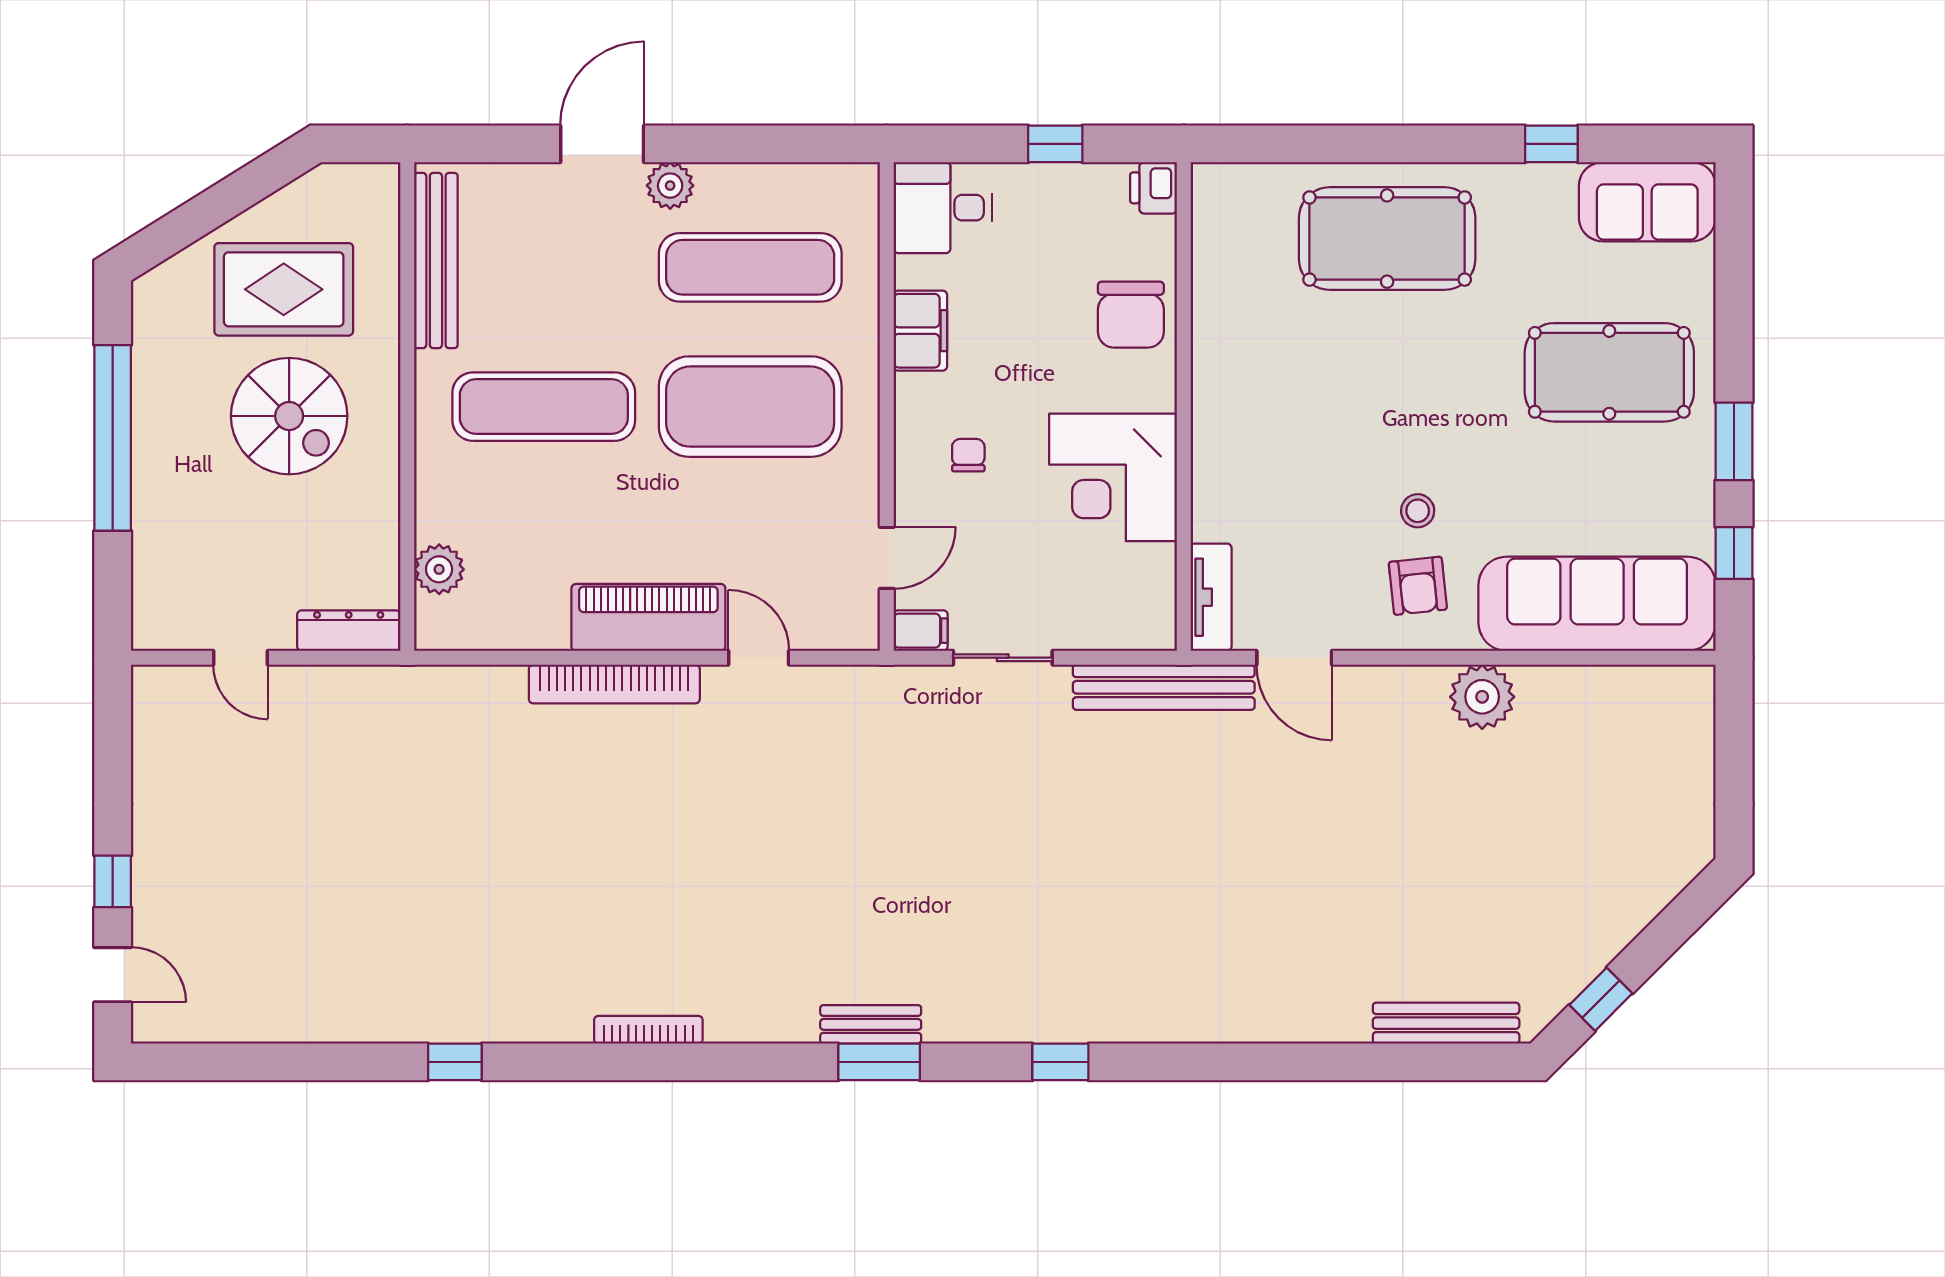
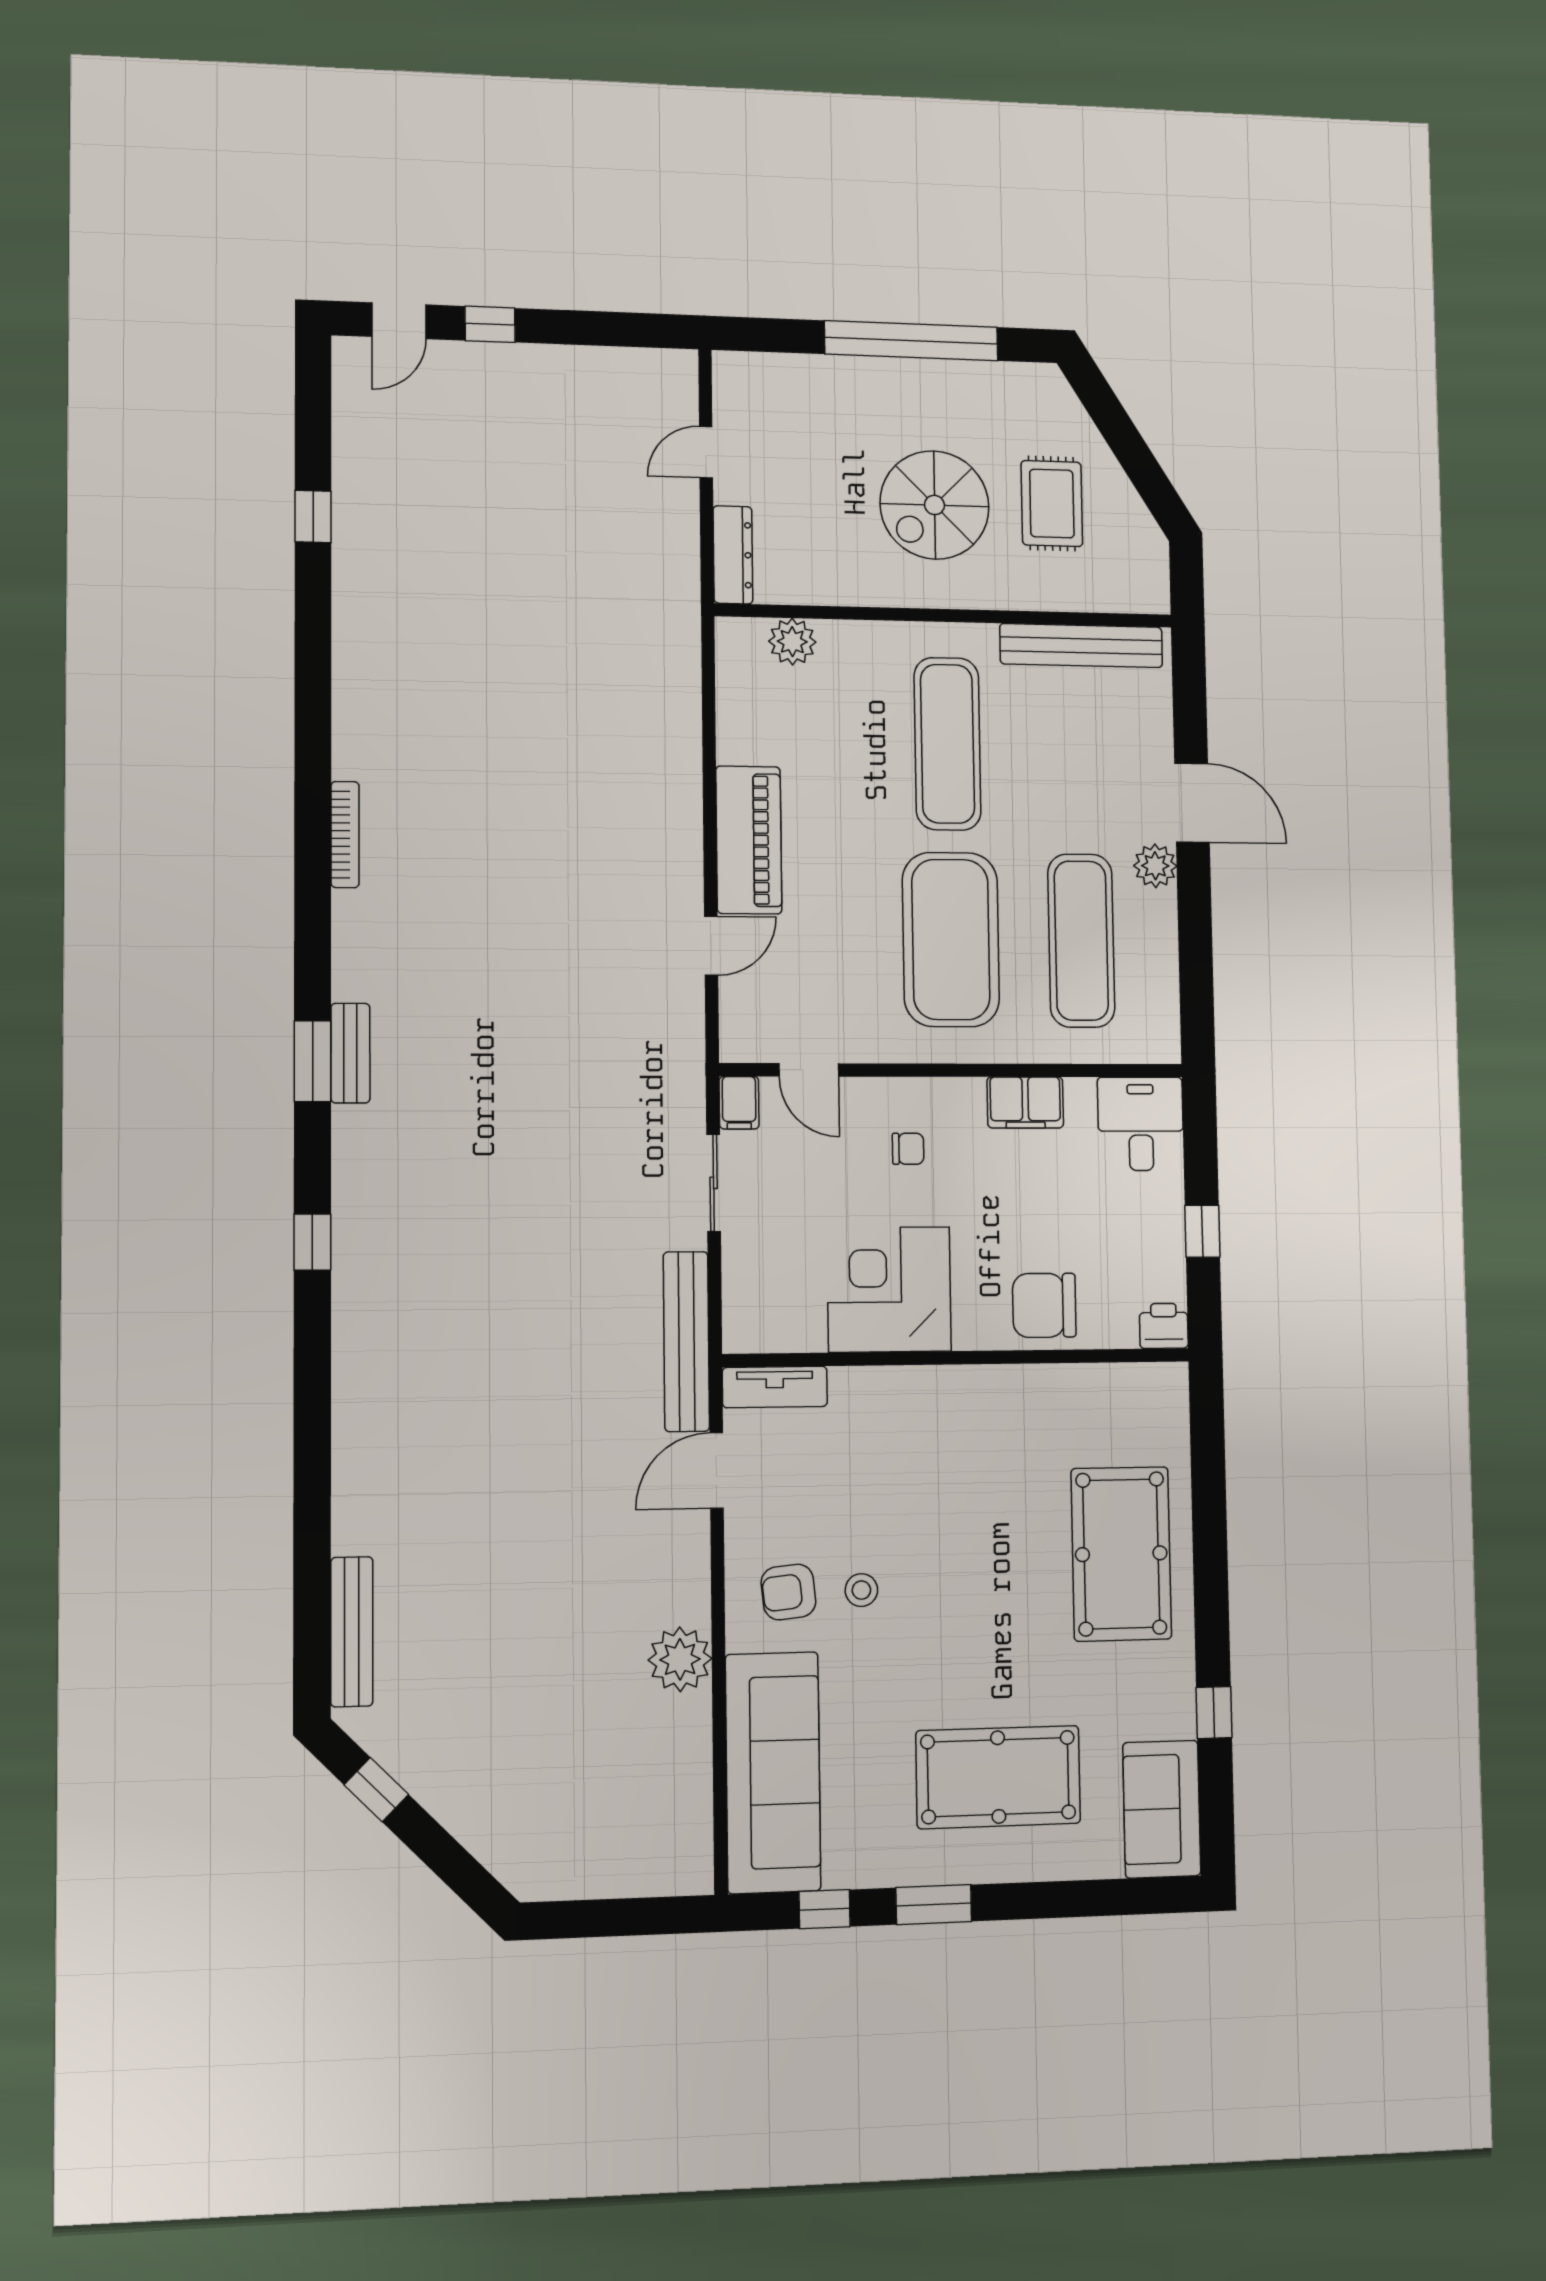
rug: (284, 289) -> (1052, 504), width x0.73, depth x0.70
pool table: (1609, 372) -> (998, 1777), turned 90
bookcase: (614, 684) -> (684, 806), removed
window: (455, 1062) -> (313, 517), moved

